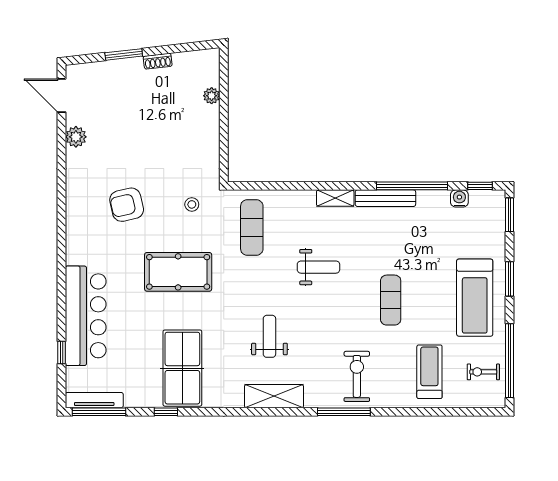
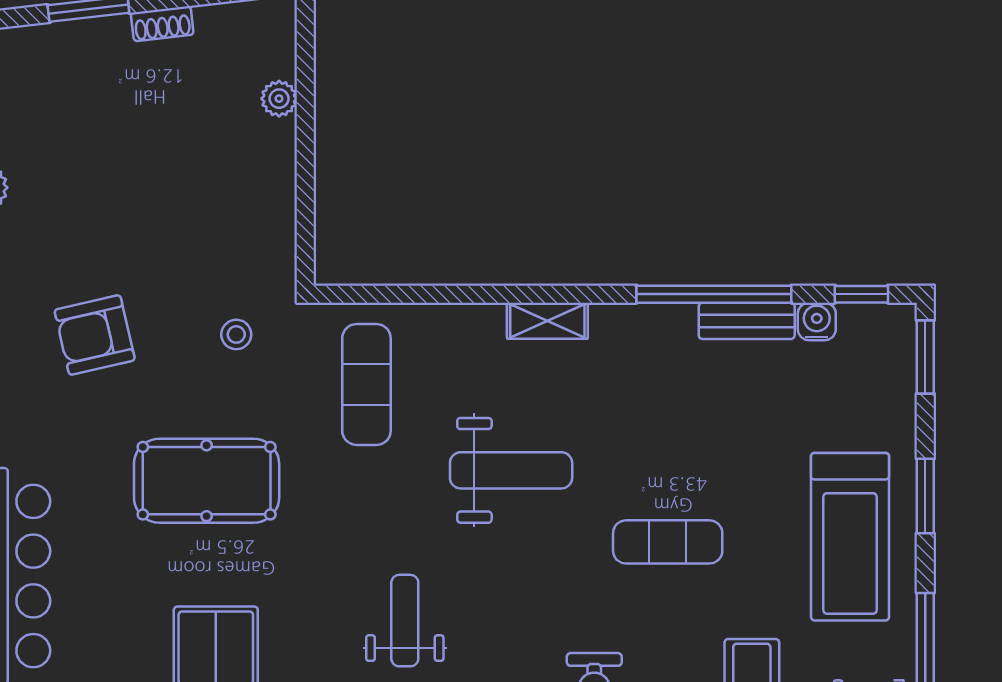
bench: (385, 198) -> (747, 321), moved, width x0.73
weight bench: (318, 267) -> (511, 470), width x1.36, depth x1.33
exercise mat: (391, 300) -> (668, 542), turned 90

